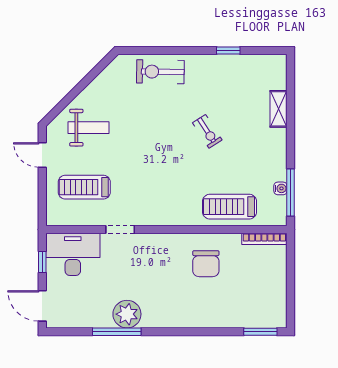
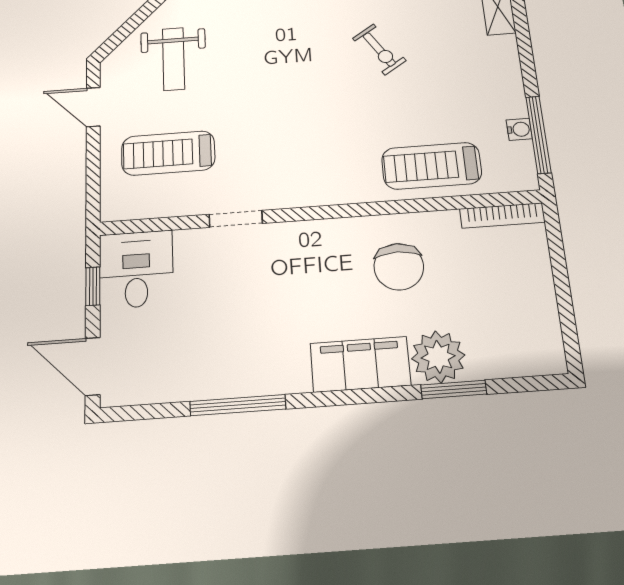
weight bench: (89, 128) -> (173, 59), turned 90
desk: (73, 254) -> (136, 269), width x0.73
plant: (127, 314) -> (438, 357), moved
filing cabinet: (181, 315) -> (360, 364), added
window: (260, 332) -> (454, 389), moved

